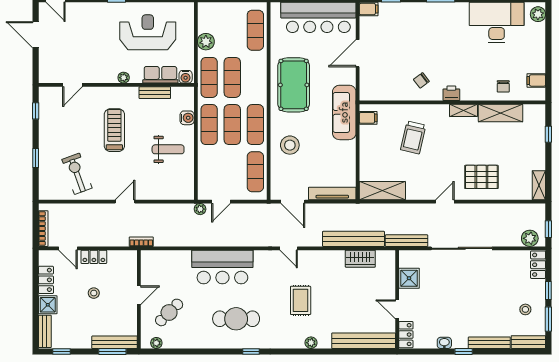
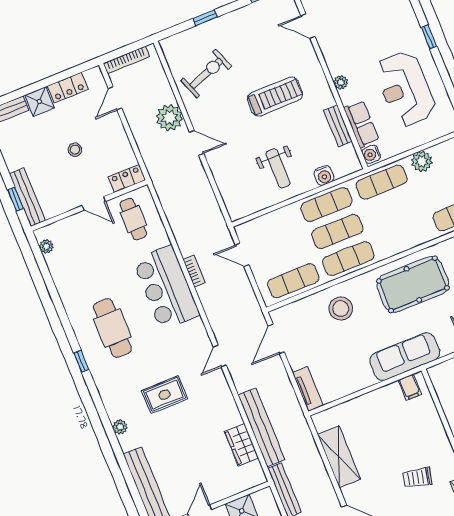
reception desk: (148, 32) -> (405, 89), turned 180
exercise mat: (232, 77) -> (393, 209), removed
trolley: (413, 137) -> (417, 478), moved, width x0.73, depth x0.72
shelving: (382, 191) -> (339, 457), moved
tv unit: (332, 193) -> (308, 389), width x0.71
plant: (200, 209) -> (169, 118), moved, width x1.88, depth x1.88
bookcase: (141, 242) -> (194, 271), moved
locker: (94, 257) -> (127, 178), moved, turned 90
cafe table: (169, 312) -> (133, 219), moved, turned 45
window: (112, 352) -> (15, 199), width x0.67

